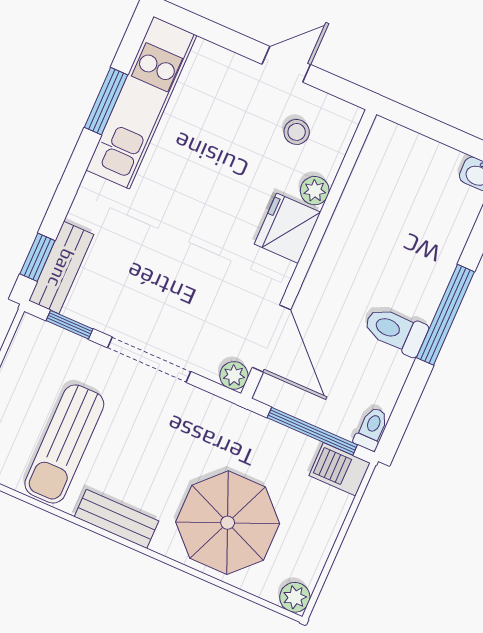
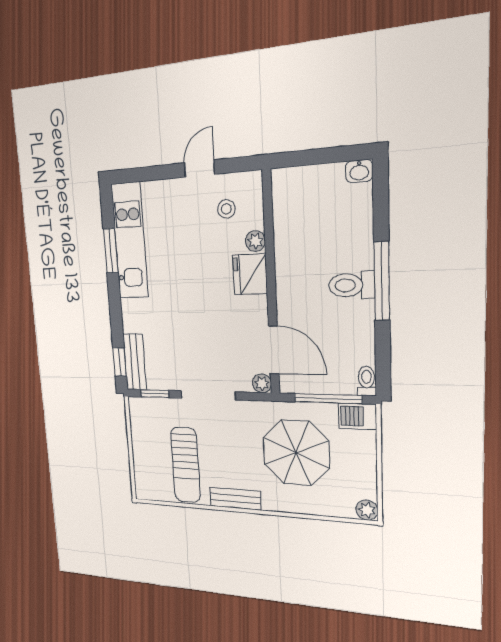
toilet: (395, 331) -> (352, 285), moved
parasol: (228, 523) -> (296, 453), moved

